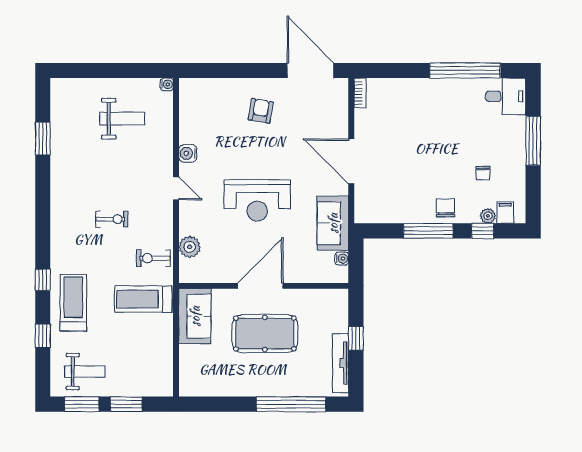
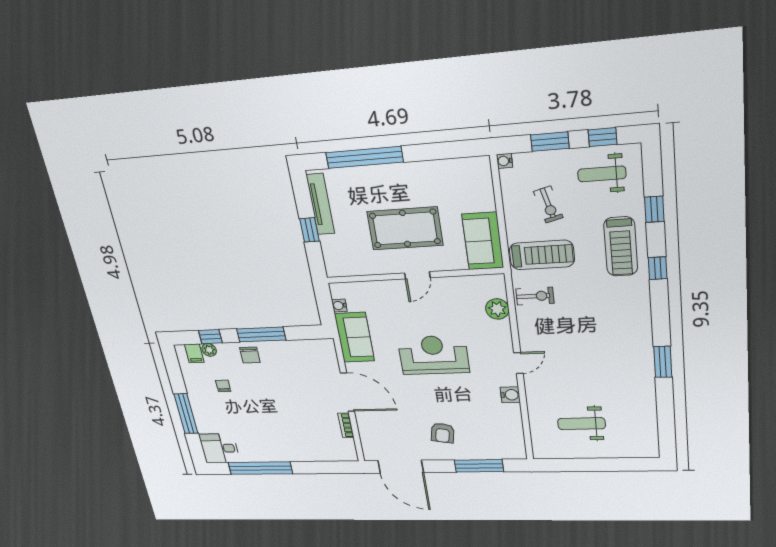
window: (229, 70) -> (479, 466), added
water cooler: (167, 84) -> (504, 161), moved
bookcase: (360, 93) -> (346, 425), moved
window: (43, 139) -> (663, 362), moved
door: (176, 188) -> (518, 363), swing flipped
exercise bike: (112, 219) -> (548, 204), moved, turned -105
door: (260, 286) -> (417, 275), width x0.53
window: (82, 404) -> (603, 137), width x0.67

